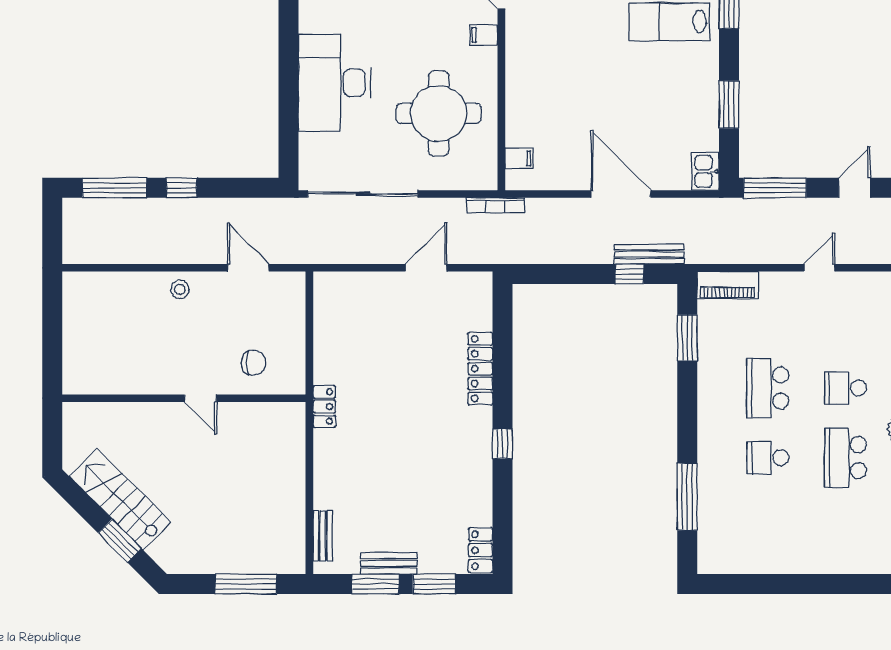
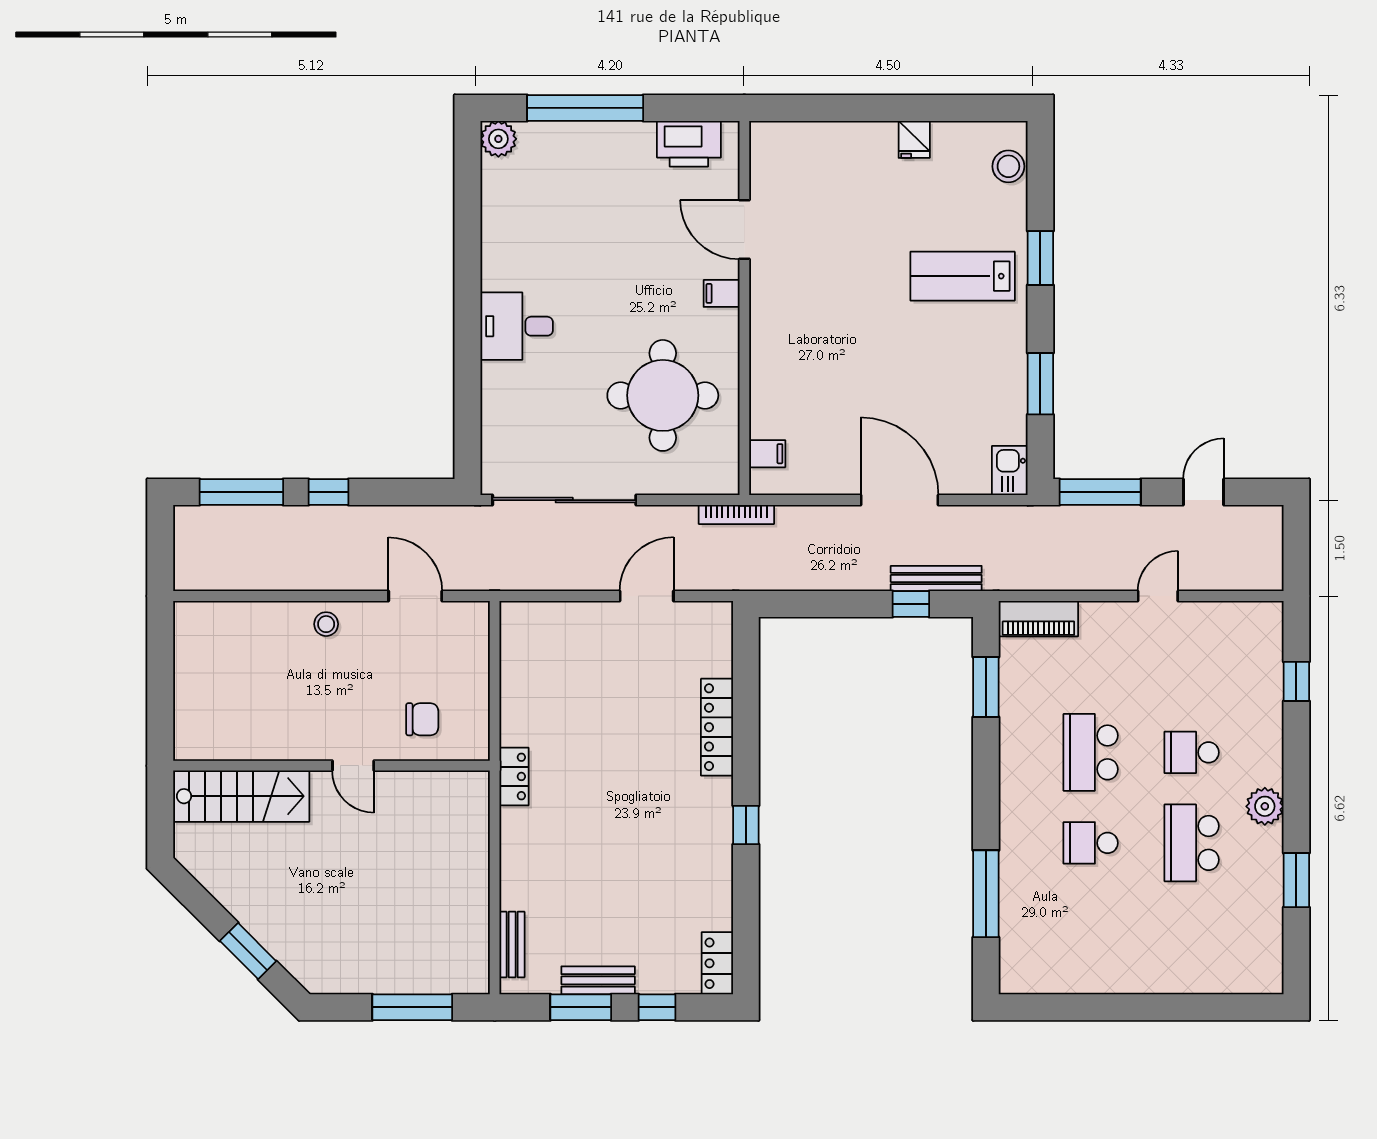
desk: (335, 83) -> (517, 326), width x0.53, depth x0.77
stairs: (120, 499) -> (241, 796), moved, turned 135
window: (434, 584) -> (657, 1007), width x0.67

